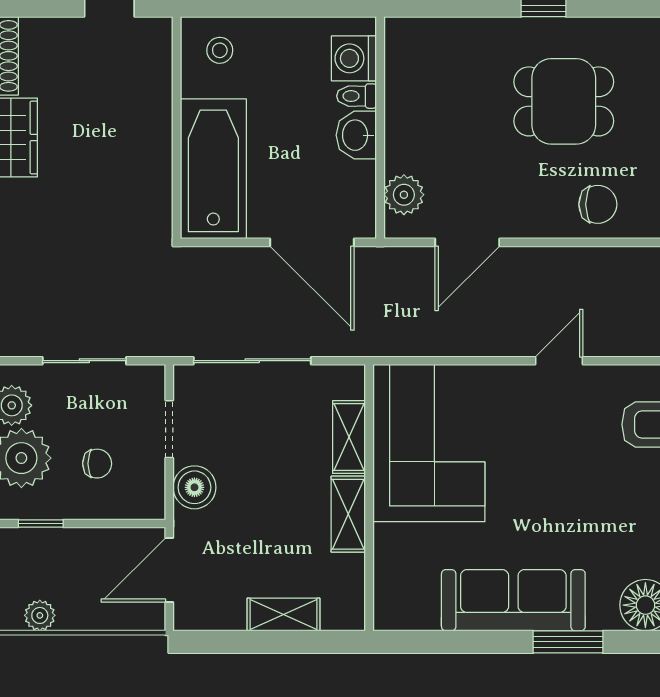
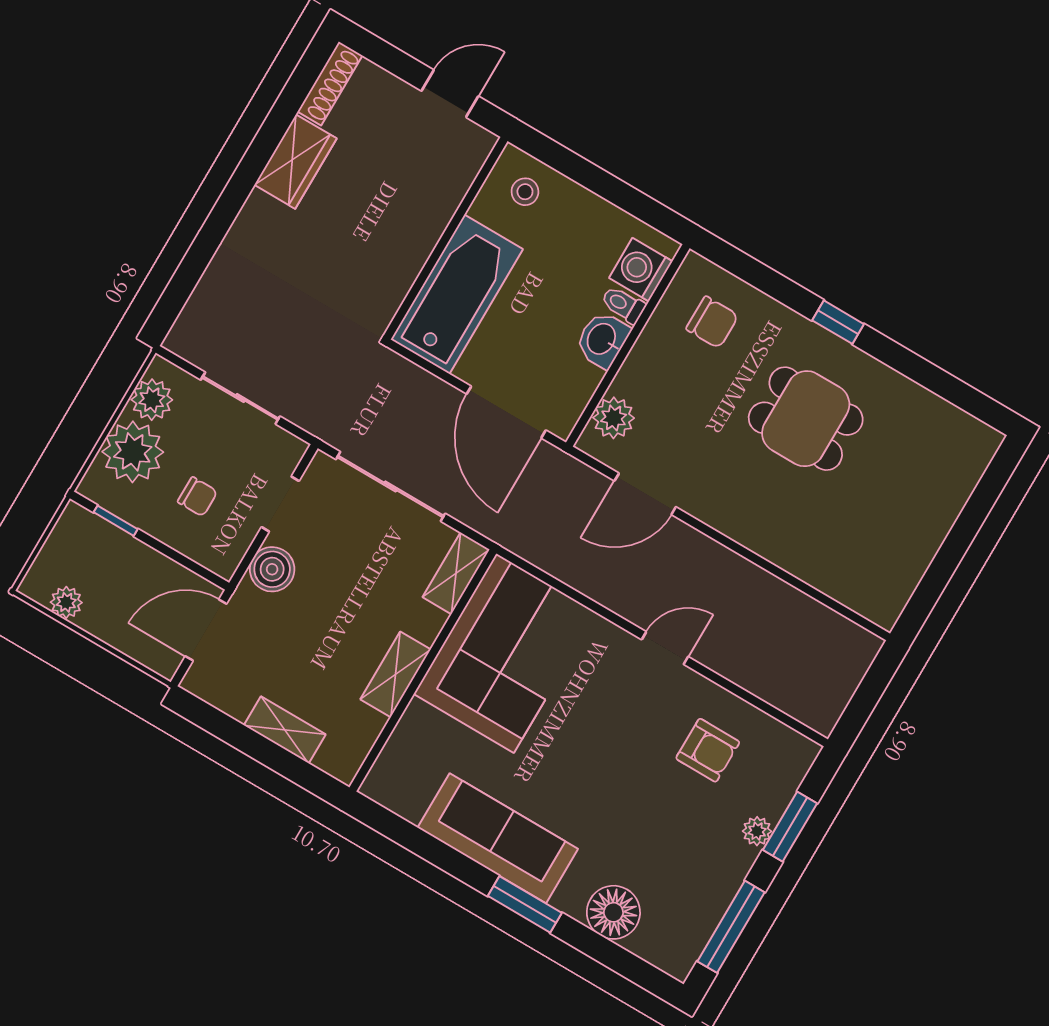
chair: (598, 204) -> (712, 322), moved
shelving: (349, 437) -> (456, 573), moved

